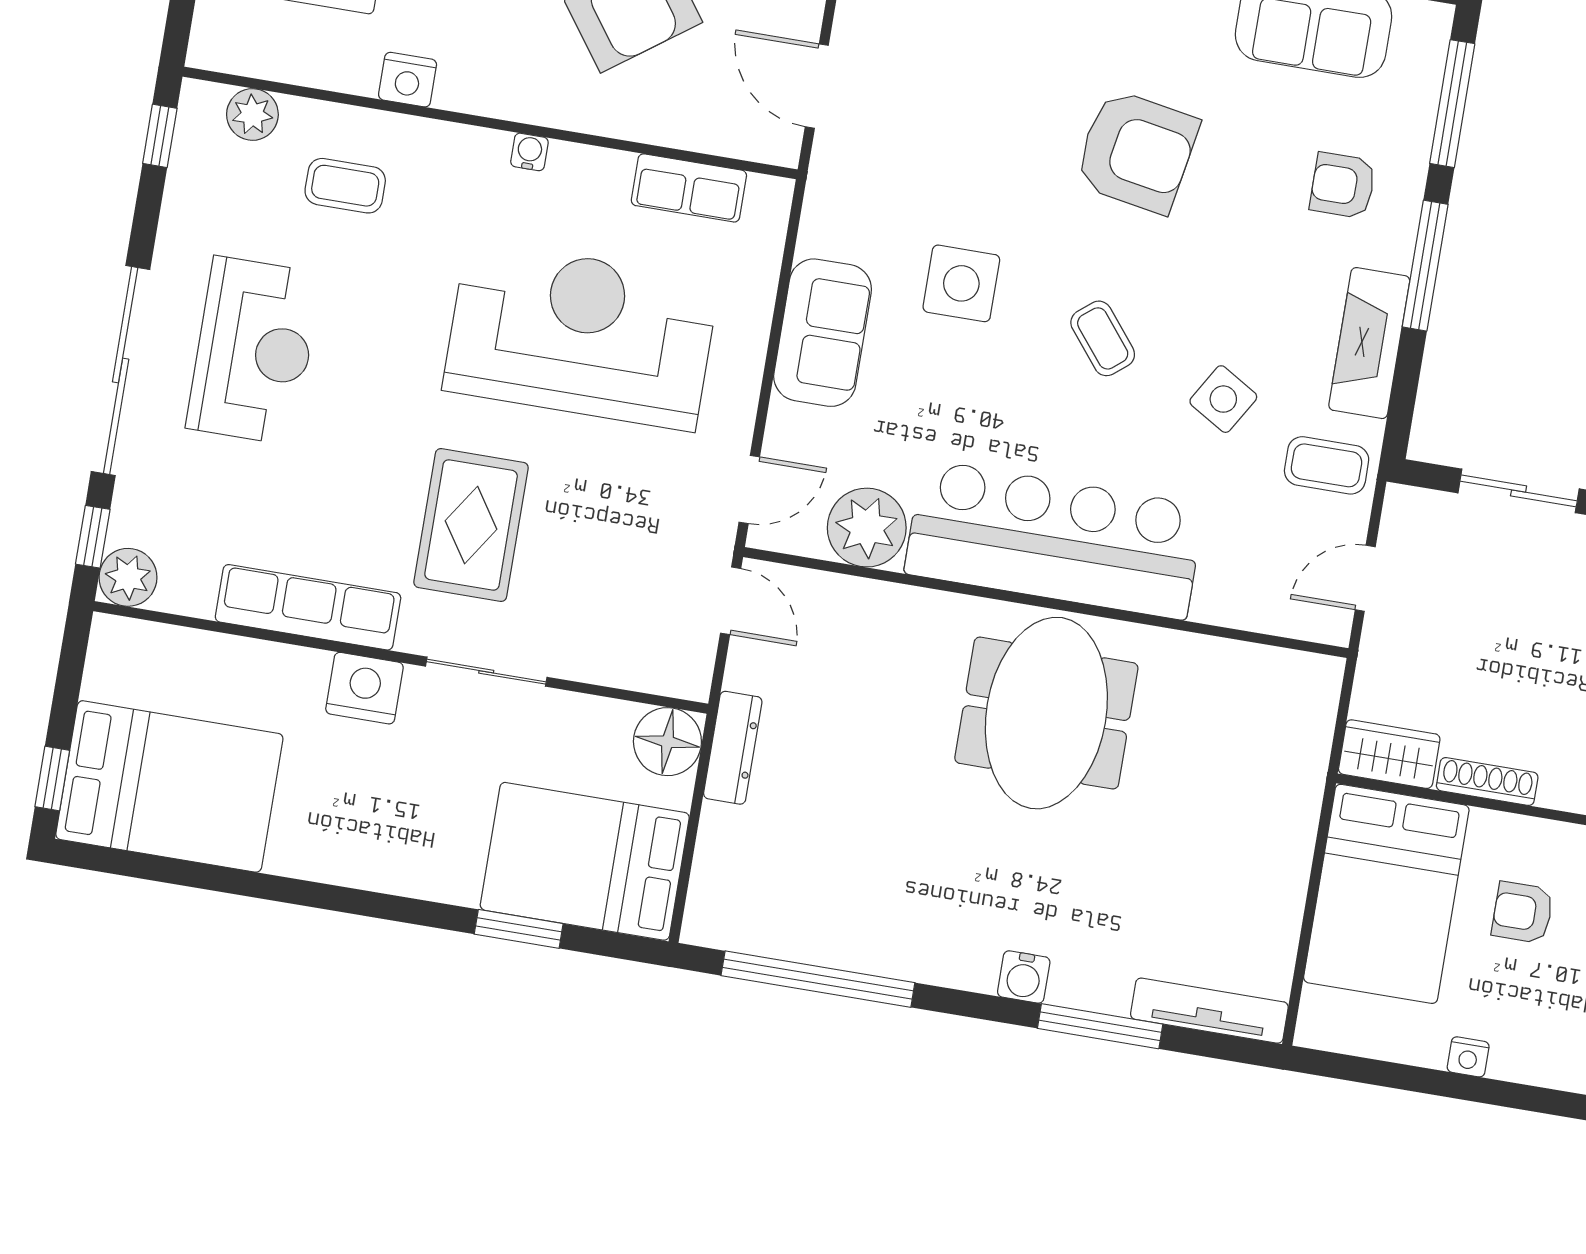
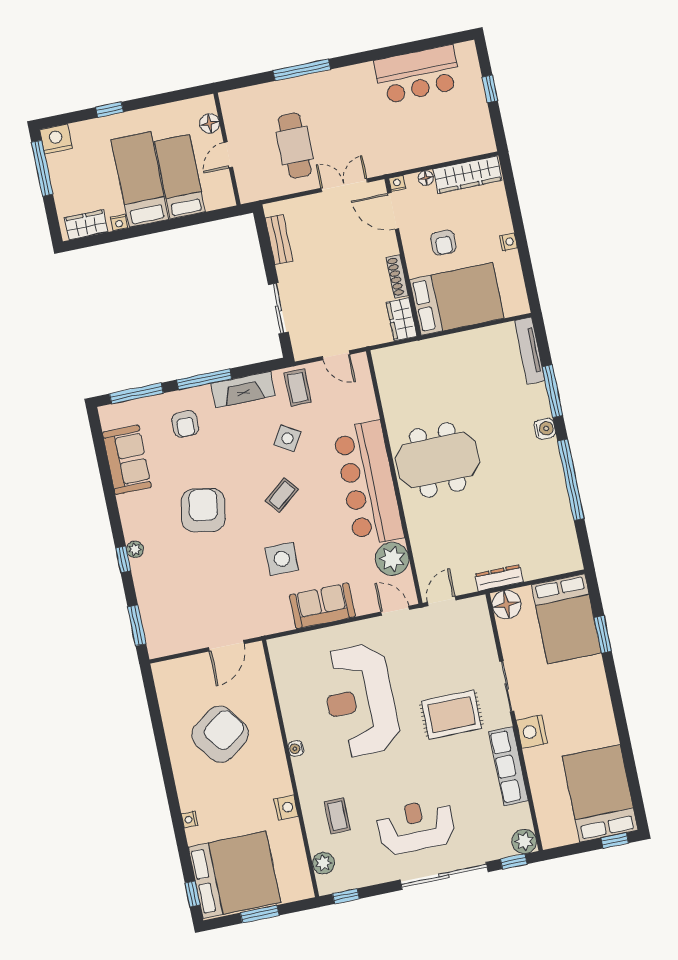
row of seats: (689, 188) -> (286, 680), removed
window: (818, 979) -> (571, 480), moved

